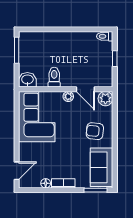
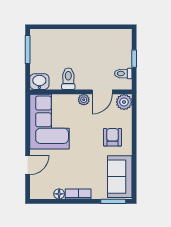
toilet: (105, 36) -> (123, 74), moved
door: (85, 89) -> (102, 92), hinge flipped
armchair: (95, 131) -> (112, 137), turned 84
door: (17, 171) -> (28, 165), moved

